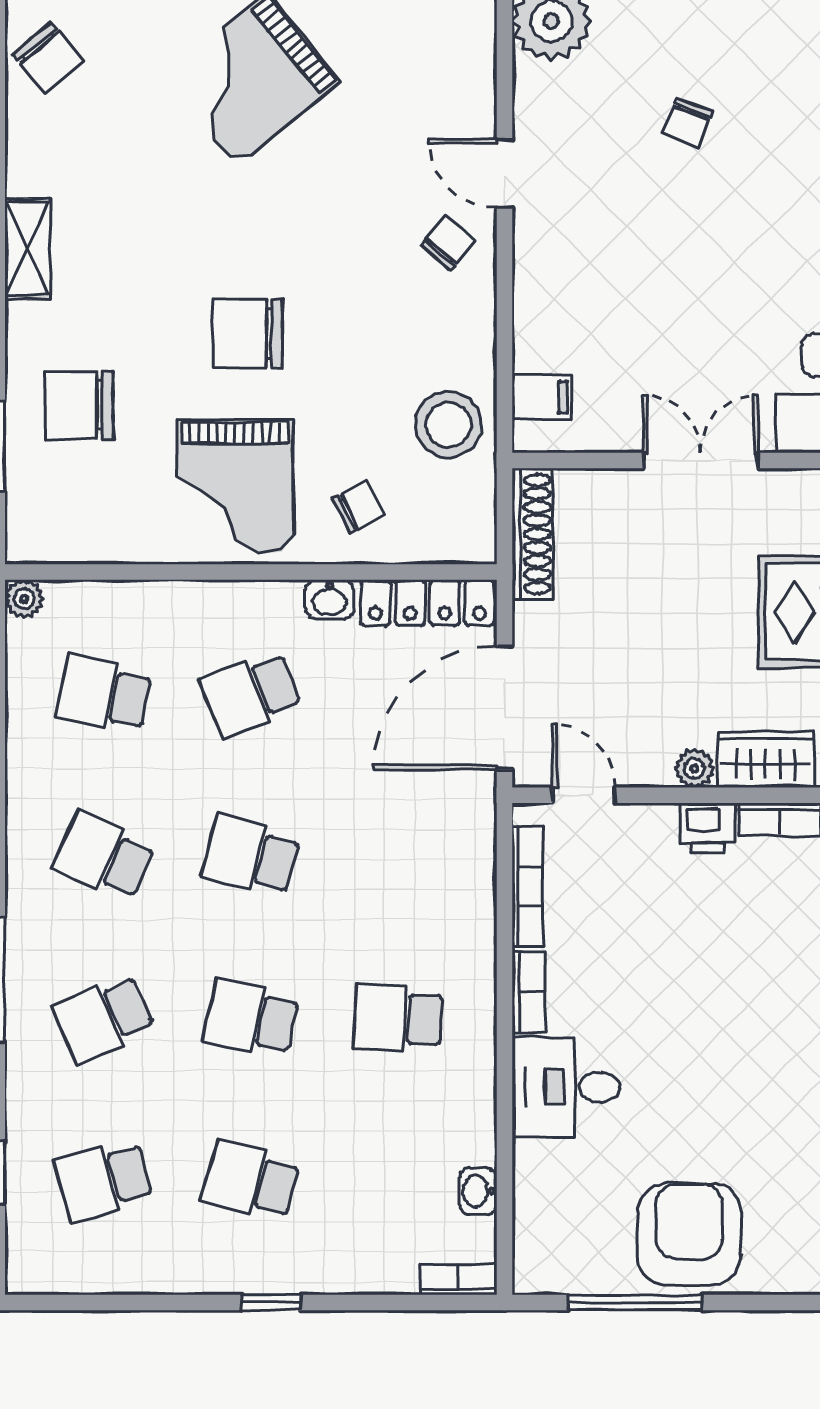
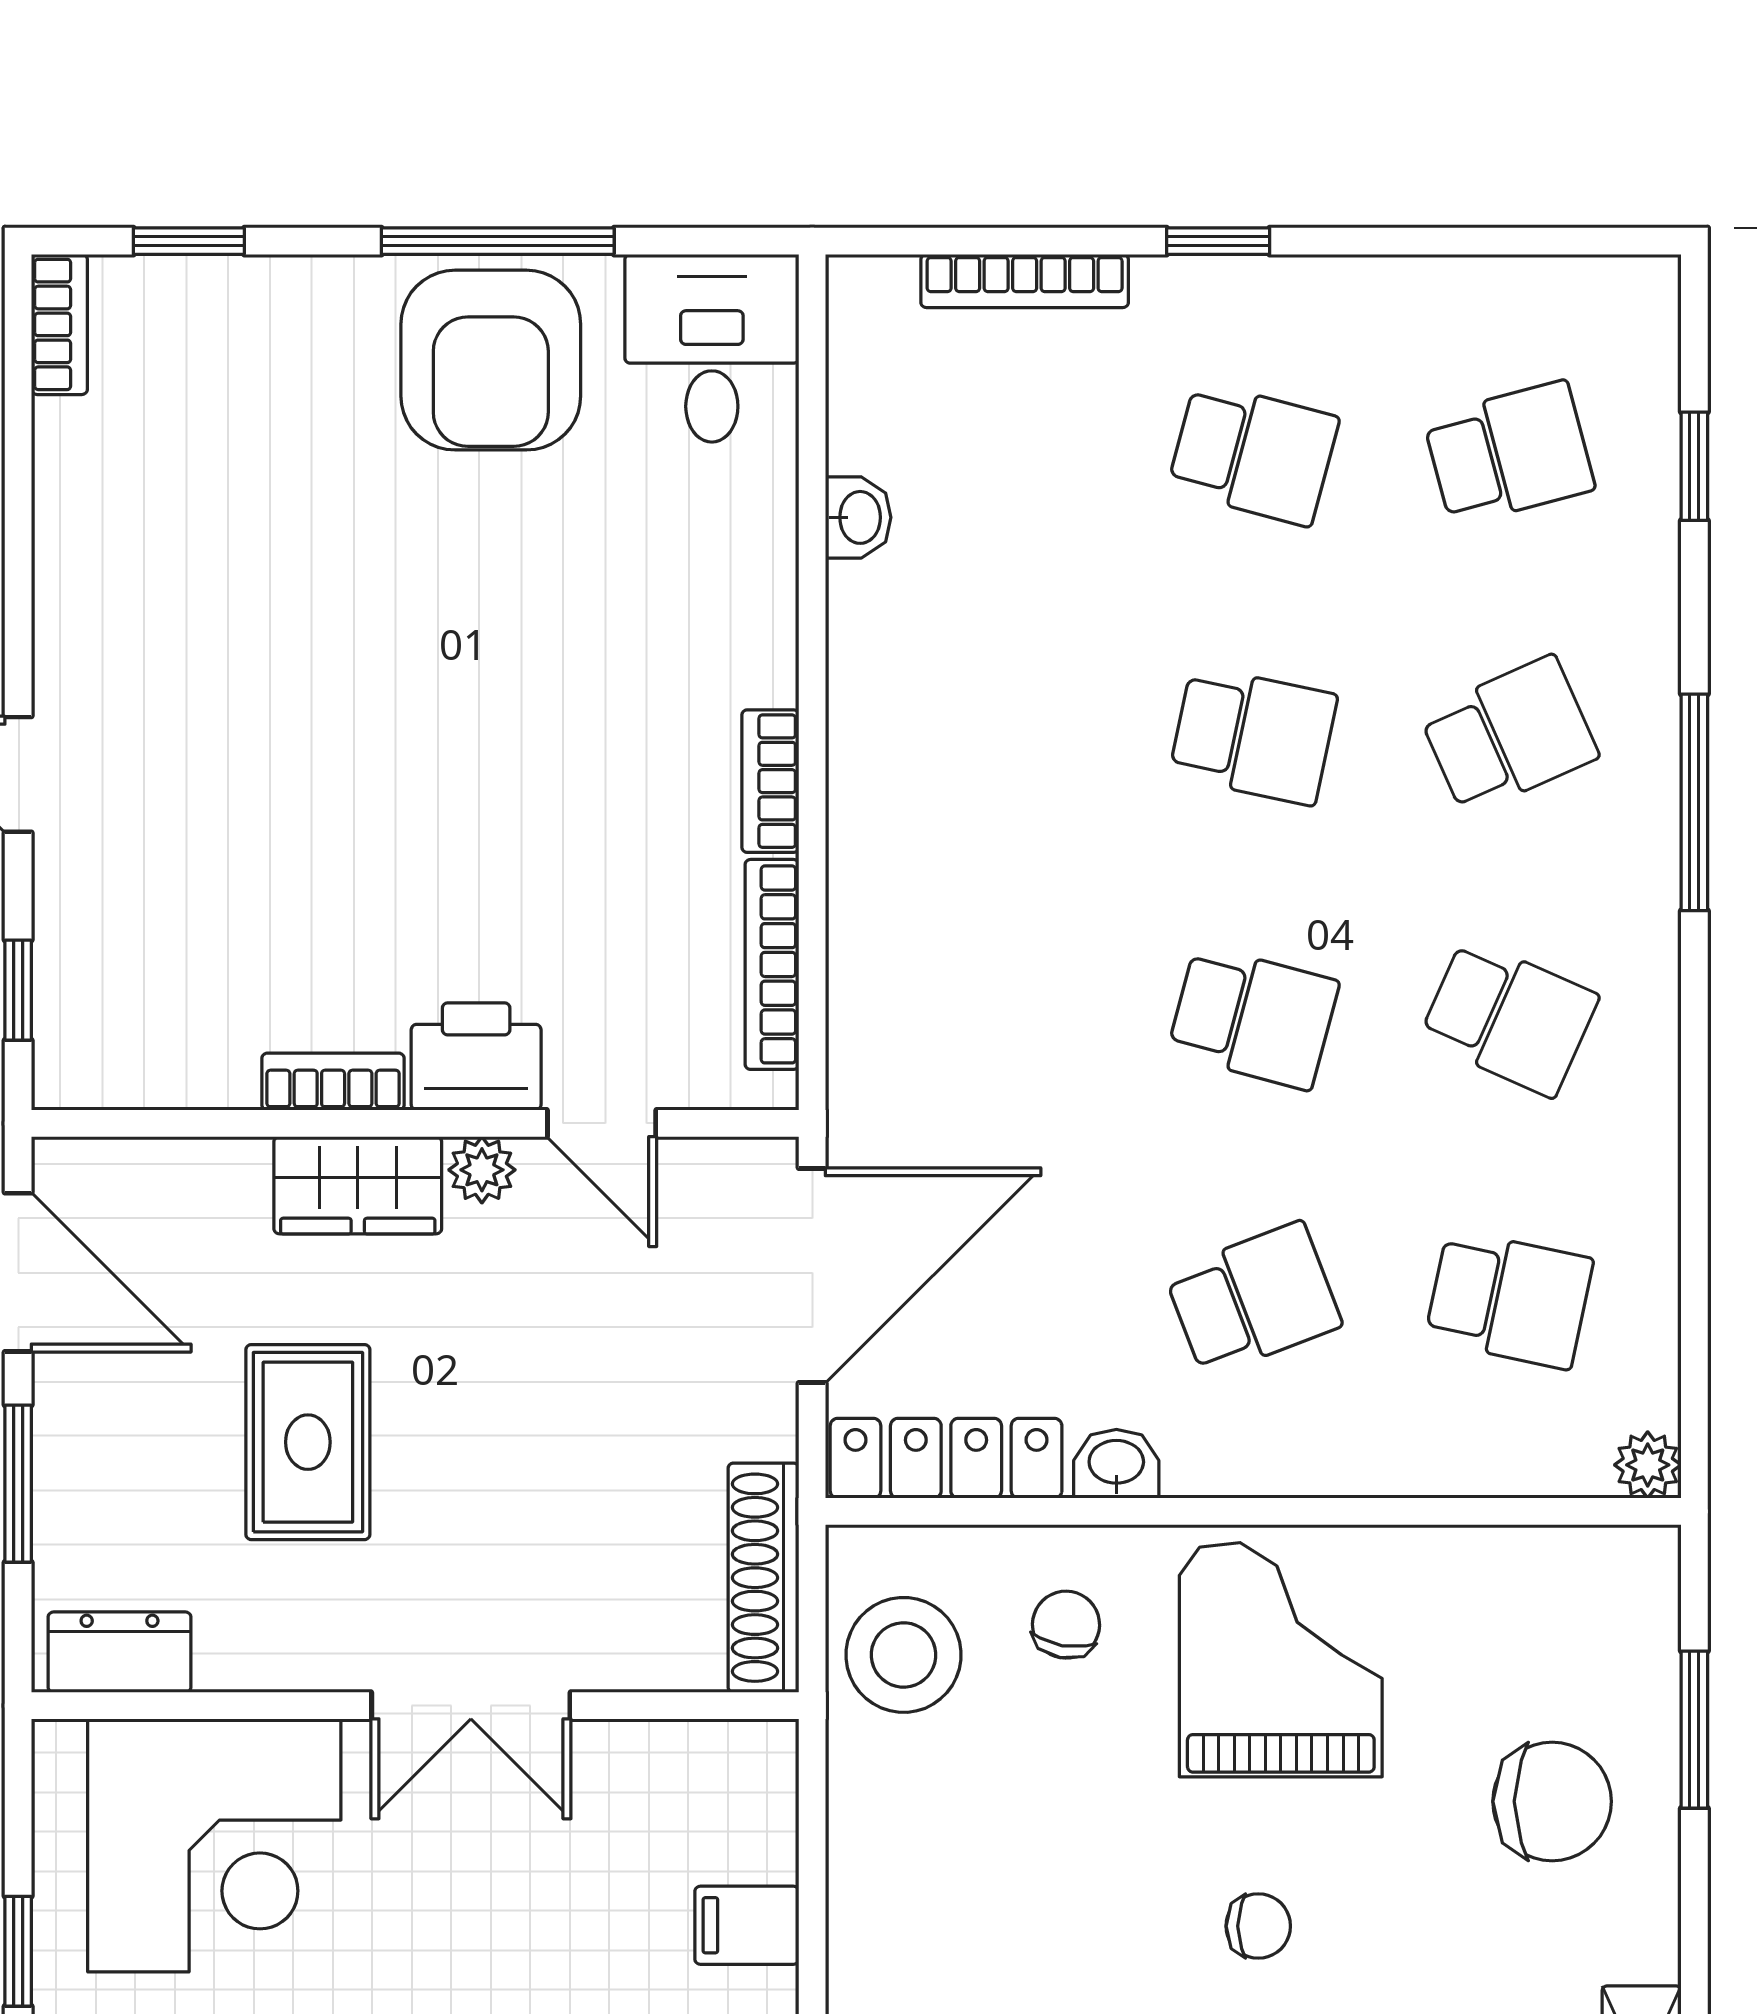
chair: (248, 334) -> (1258, 1926), width x0.54, depth x0.54
filing cabinet: (542, 397) -> (747, 1925), moved
stool: (448, 425) -> (904, 1655), moved
chair: (359, 507) -> (1066, 1625), turned 127
door: (584, 795) -> (602, 1123), moved
printer: (708, 828) -> (476, 1056), width x1.36, depth x1.24
school desk: (398, 1018) -> (997, 735), removed
desk: (566, 1087) -> (712, 348), moved, turned -90
washbasin: (478, 1191) -> (858, 517), moved
bookcase: (459, 1280) -> (1025, 281), moved, width x1.56
window: (635, 1302) -> (498, 241), moved

